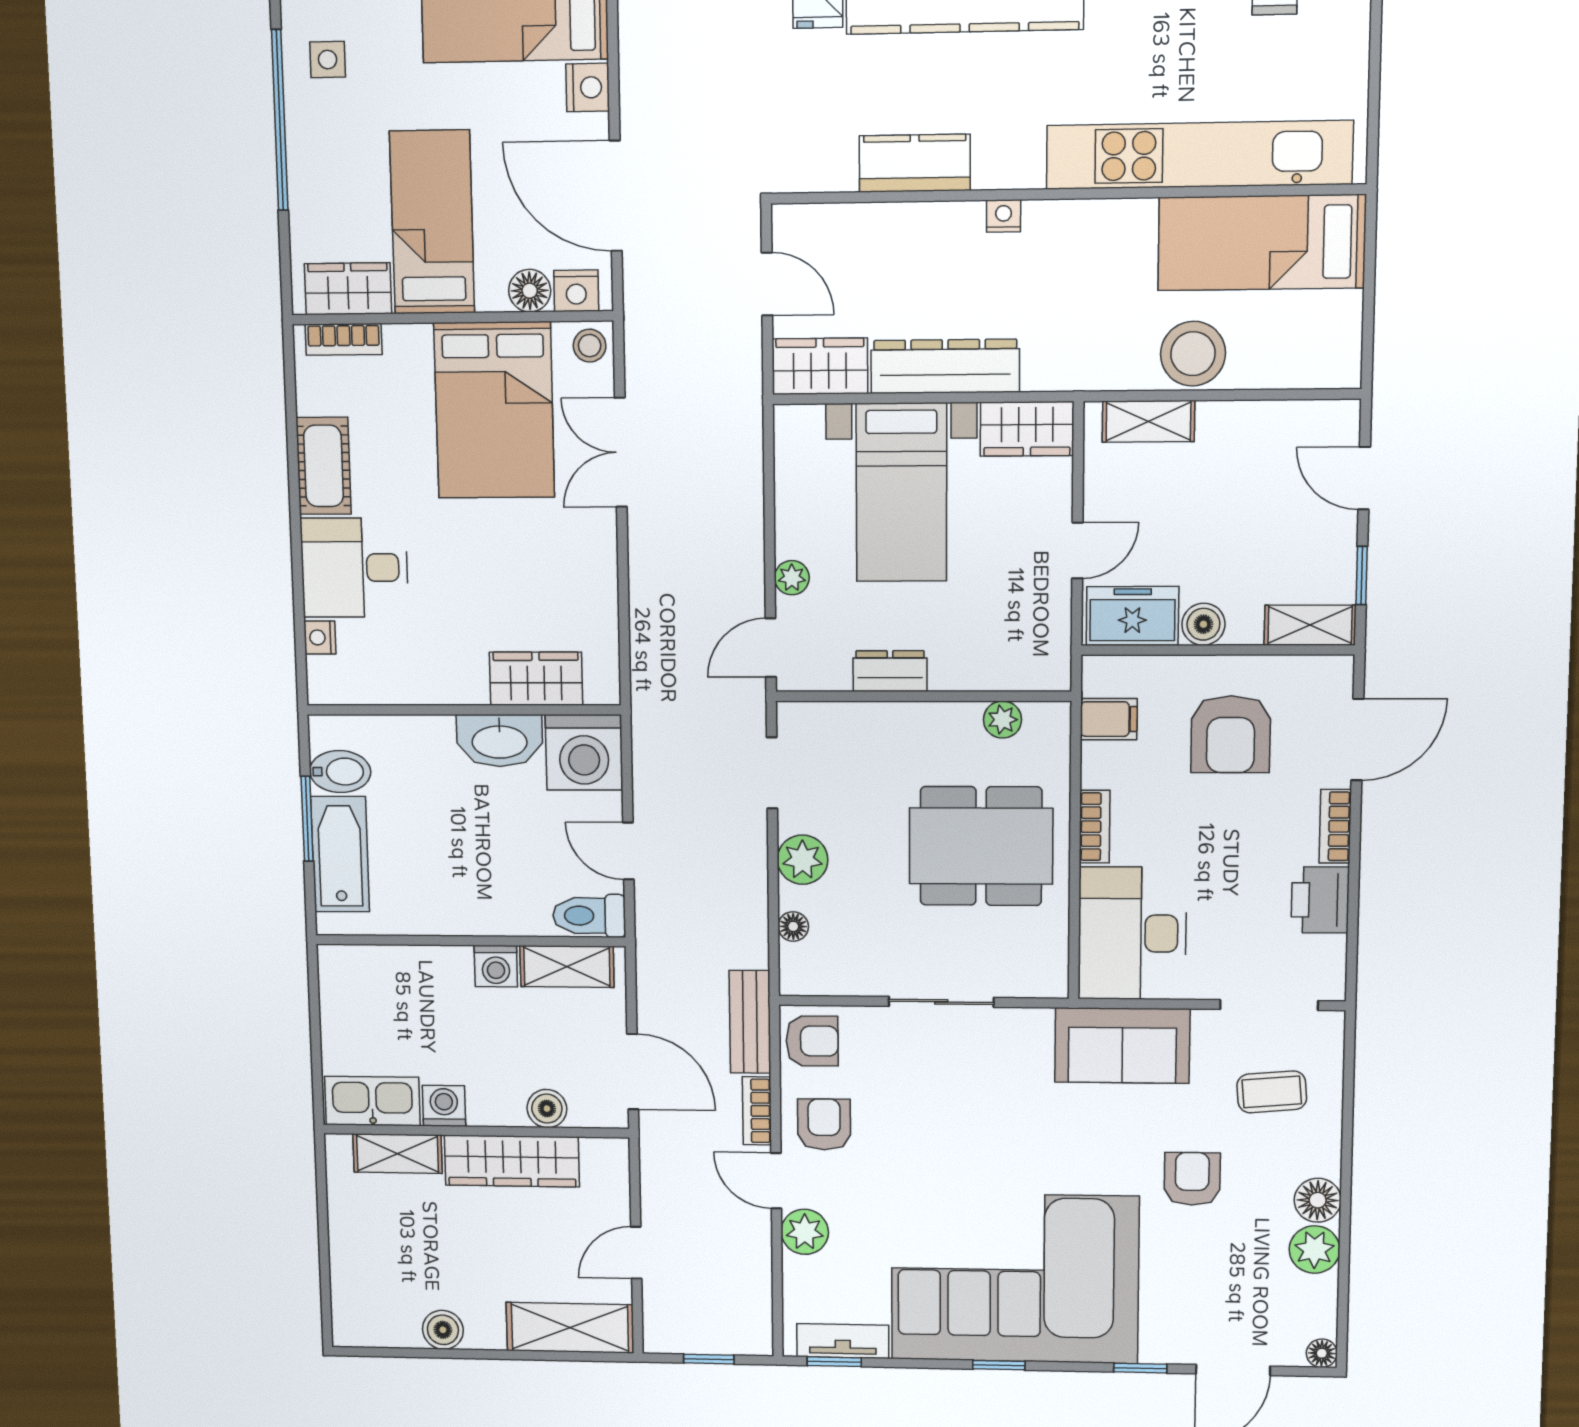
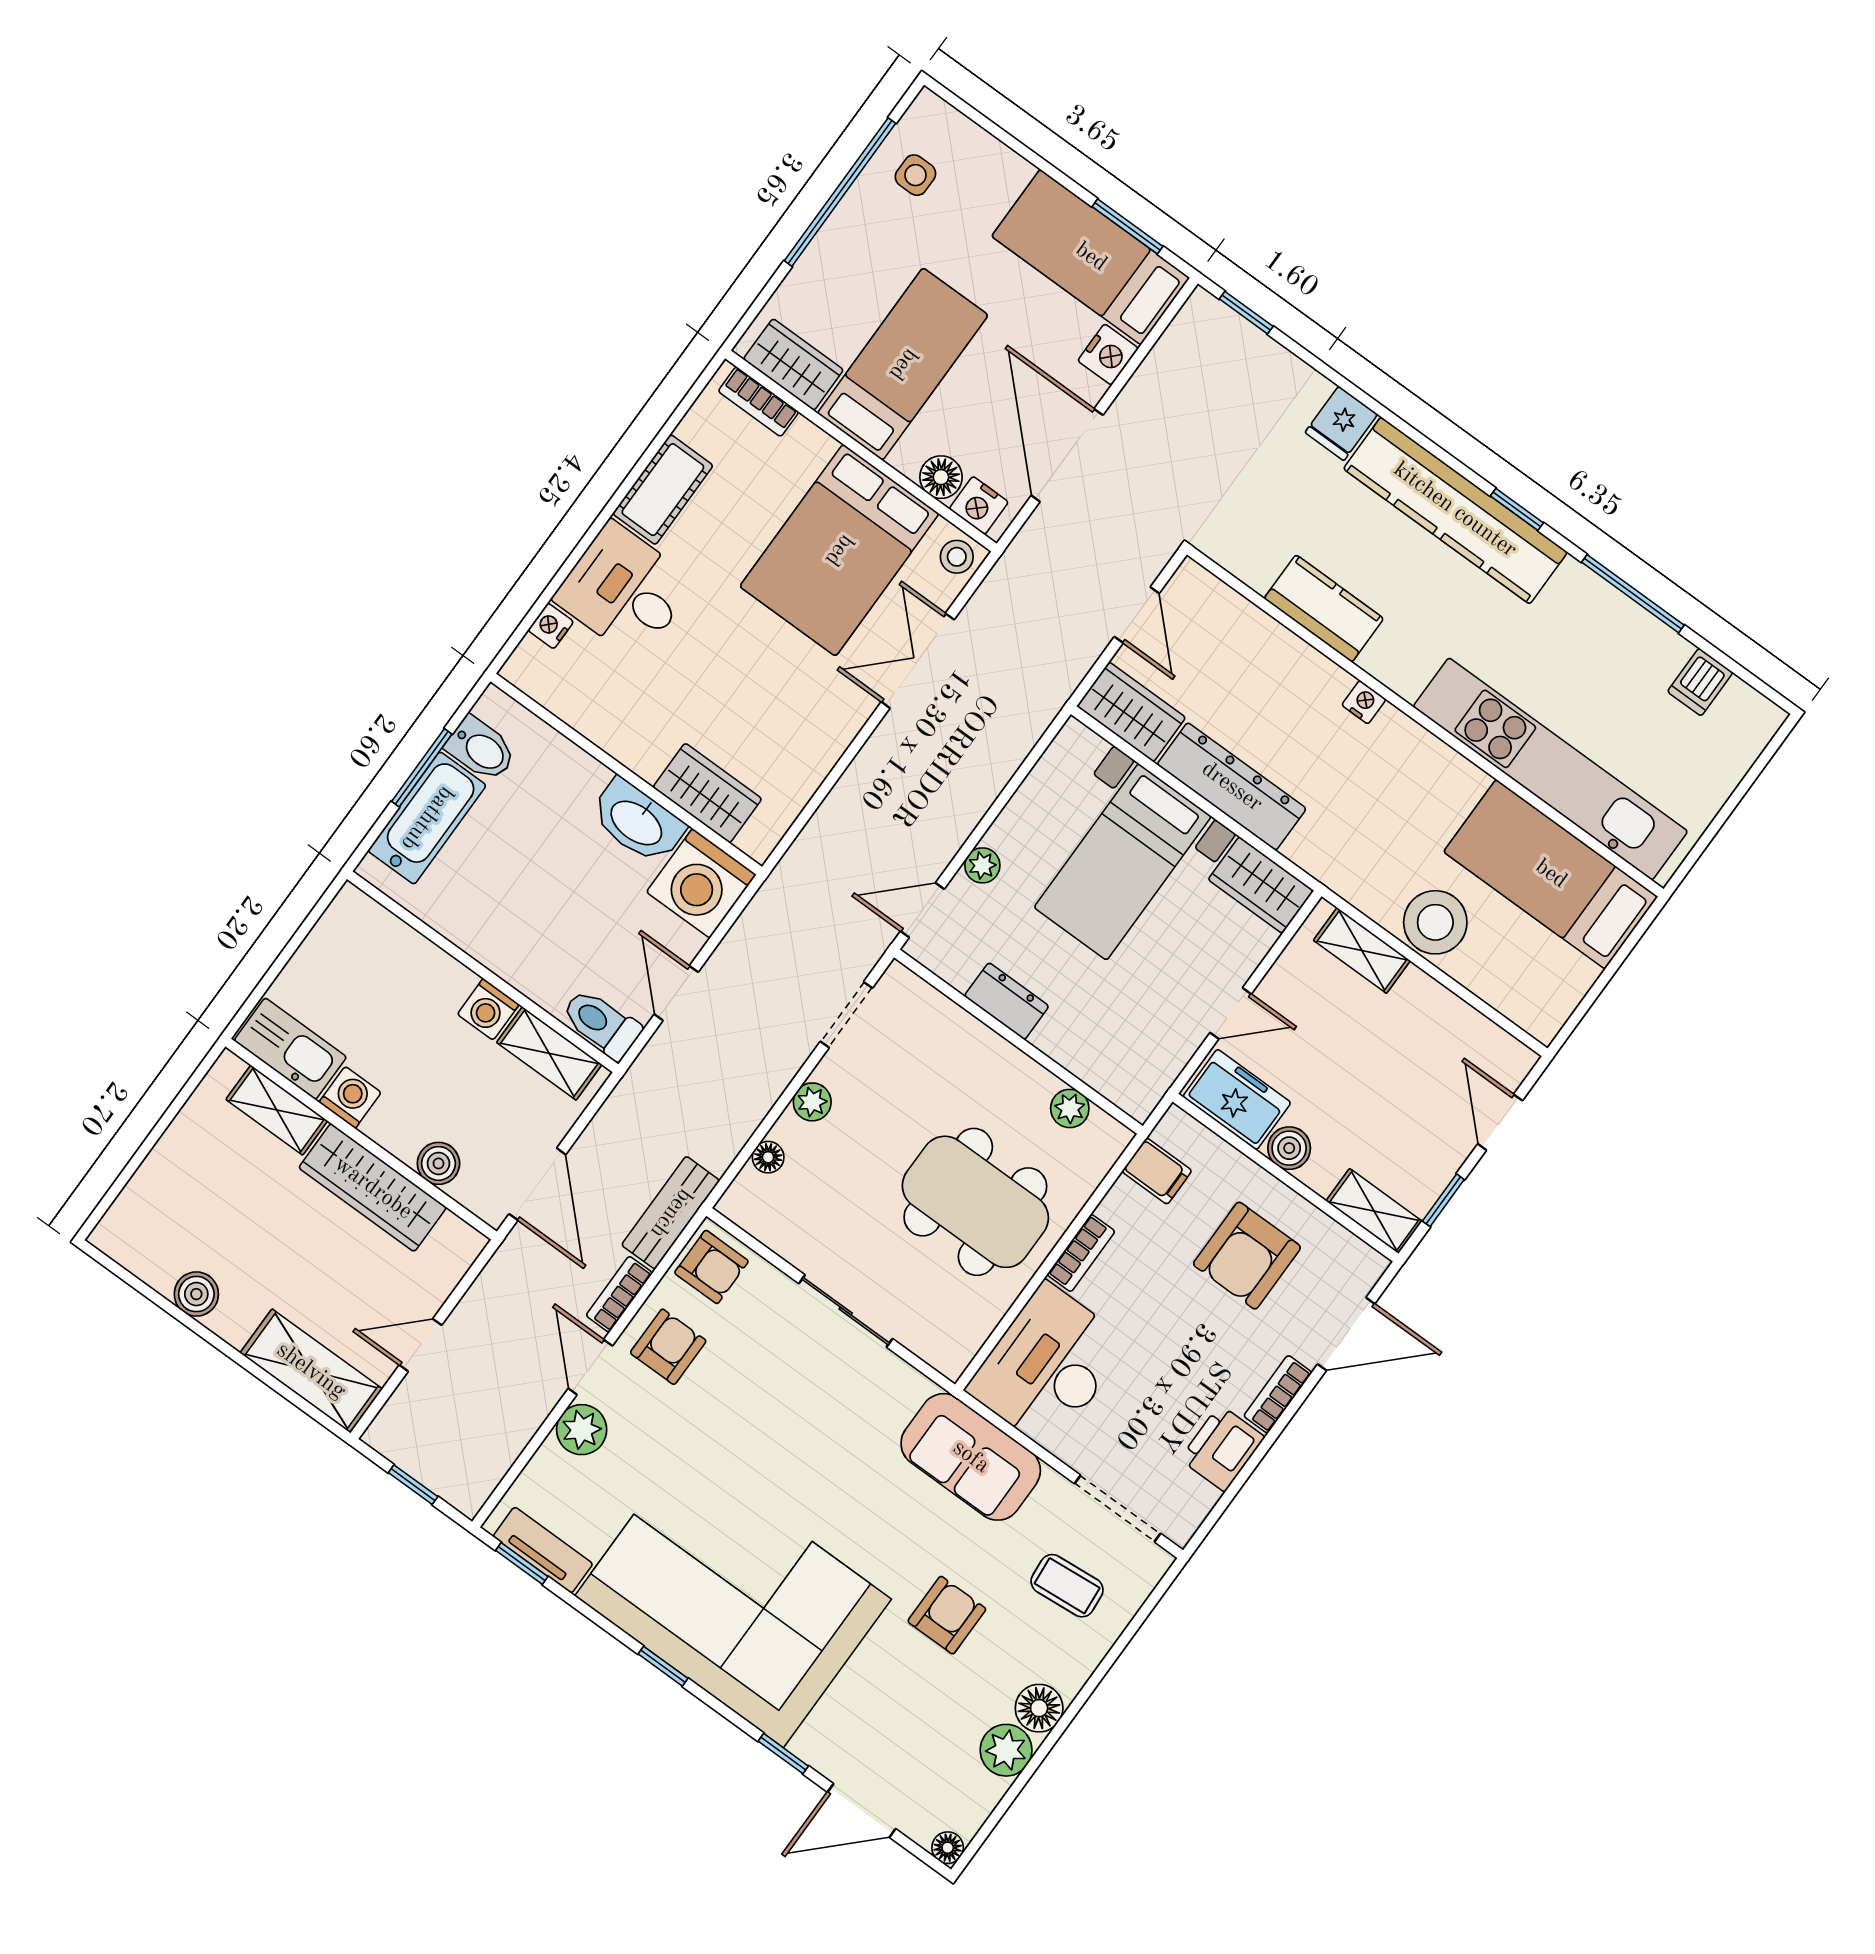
plant: (803, 860) -> (812, 1102), width x0.73, depth x0.73

